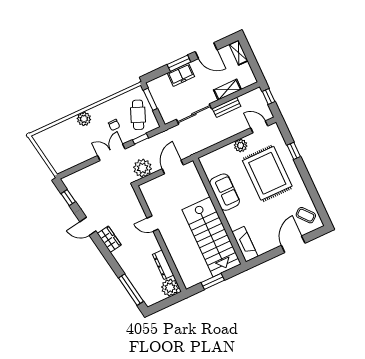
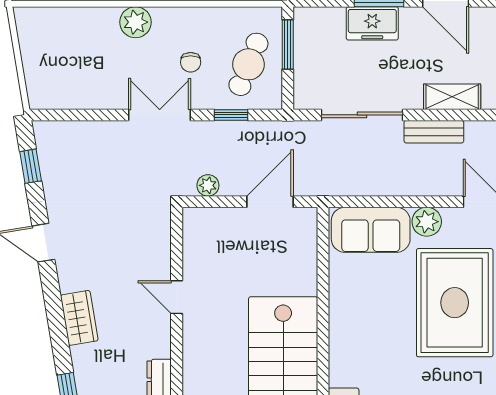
plant: (143, 168) -> (208, 185), width x0.53, depth x0.53
sofa: (225, 192) -> (371, 230), moved, turned 90
wardrobe: (109, 239) -> (79, 318), moved

